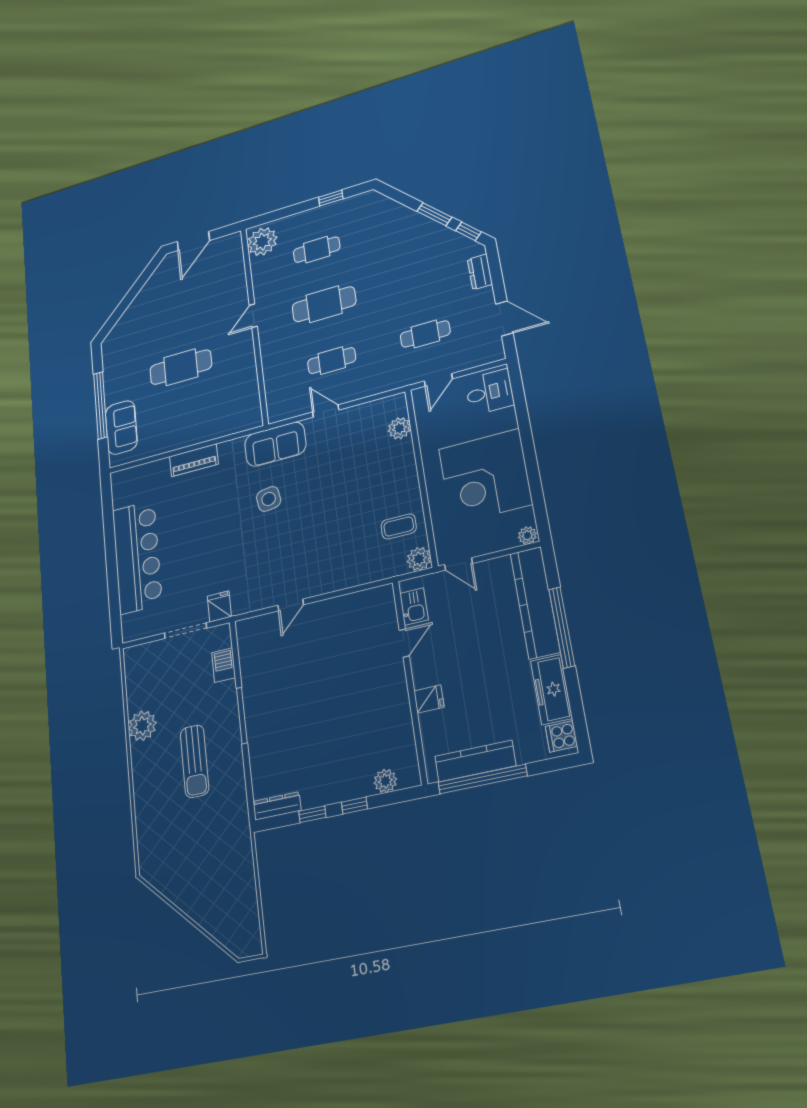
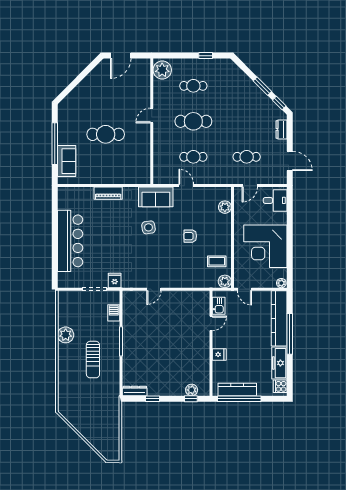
armchair: (344, 495) -> (190, 236), added
window: (354, 805) -> (191, 399), moved

